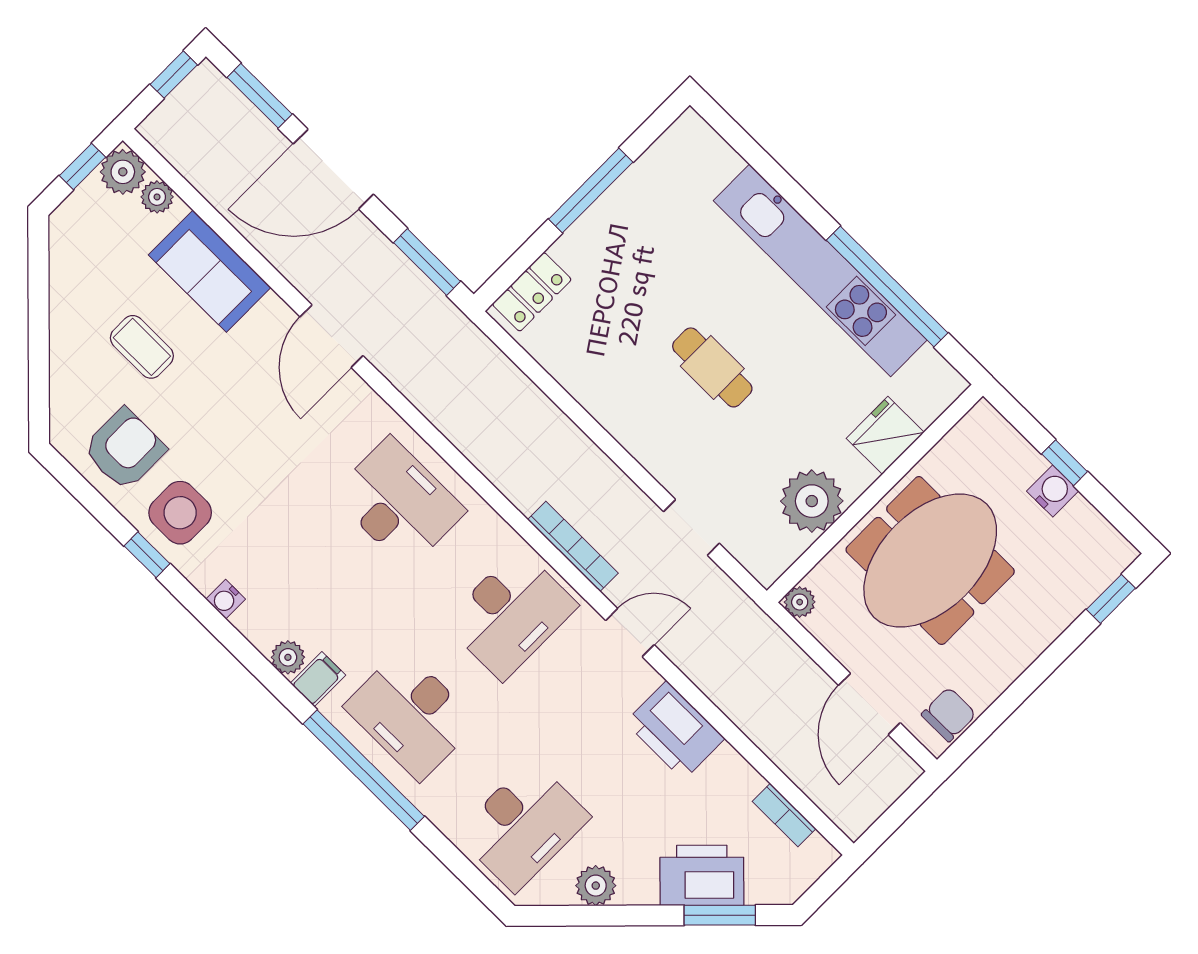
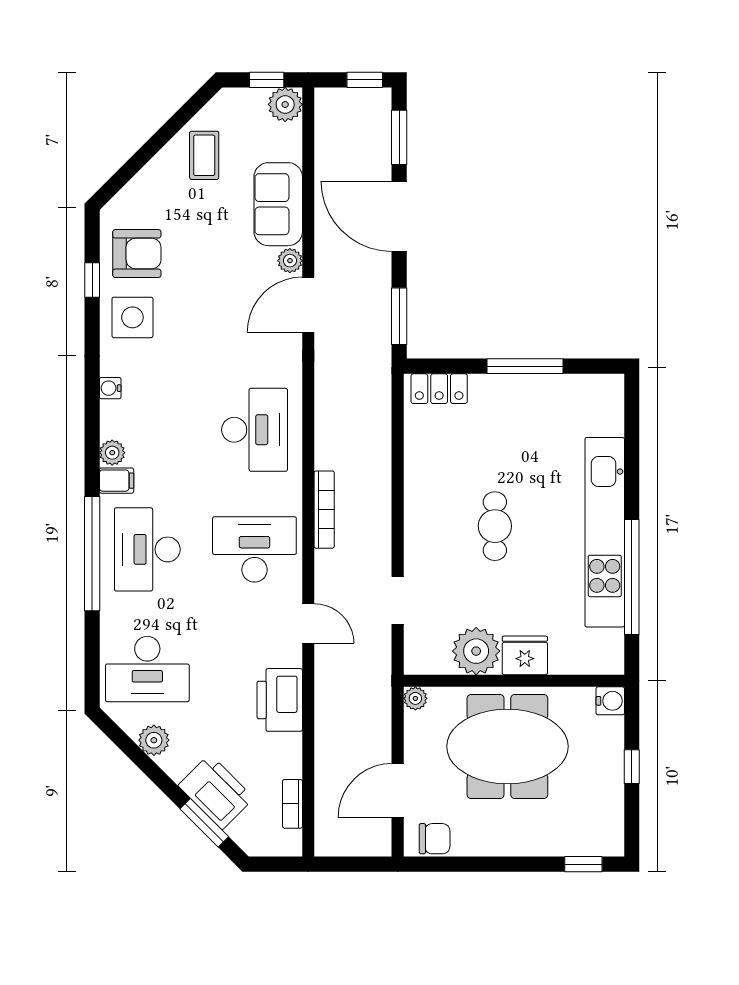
plant: (157, 197) -> (290, 261), moved
coffee table: (142, 347) -> (204, 155), moved
fridge: (885, 435) -> (525, 655), moved
water cooler: (1053, 491) -> (610, 701), moved
bookcase: (573, 546) -> (324, 510), moved
window: (147, 555) -> (92, 280), moved
desk: (511, 614) -> (254, 549), turned 180

